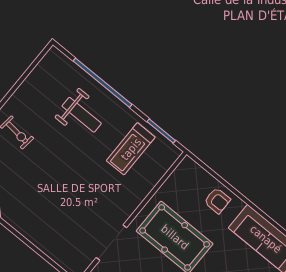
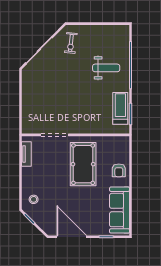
weight bench: (82, 115) -> (106, 68), turned -90
treadmill: (131, 149) -> (120, 108), moved, turned 90

